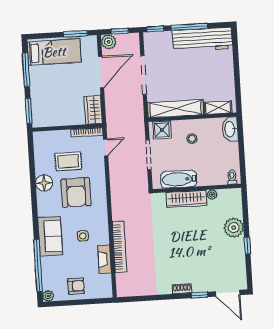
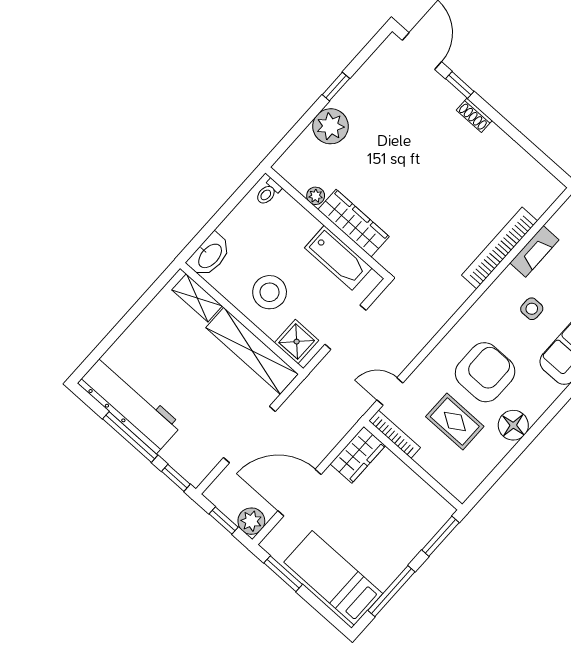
stool: (192, 139) -> (270, 292), width x1.89, depth x1.89

